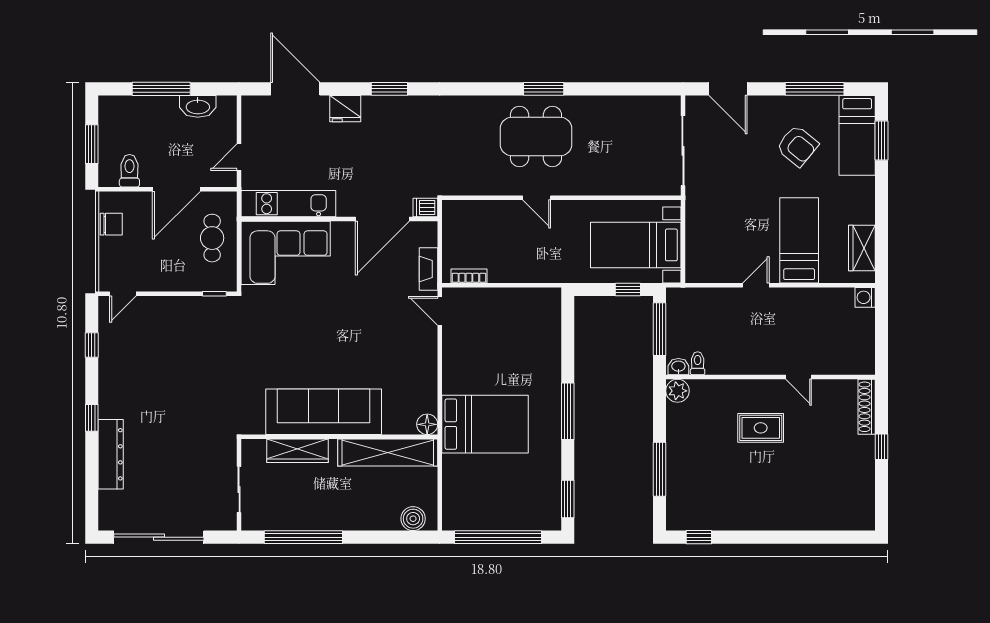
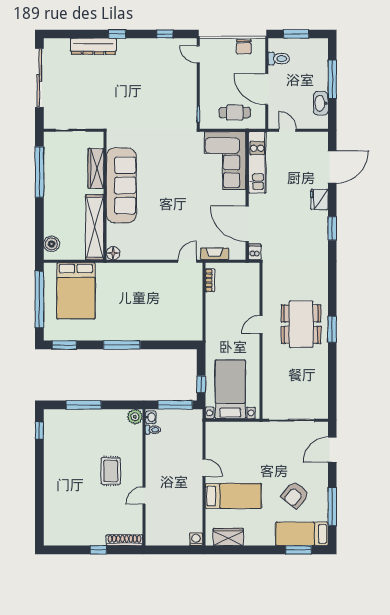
bed: (485, 424) -> (76, 291), moved

